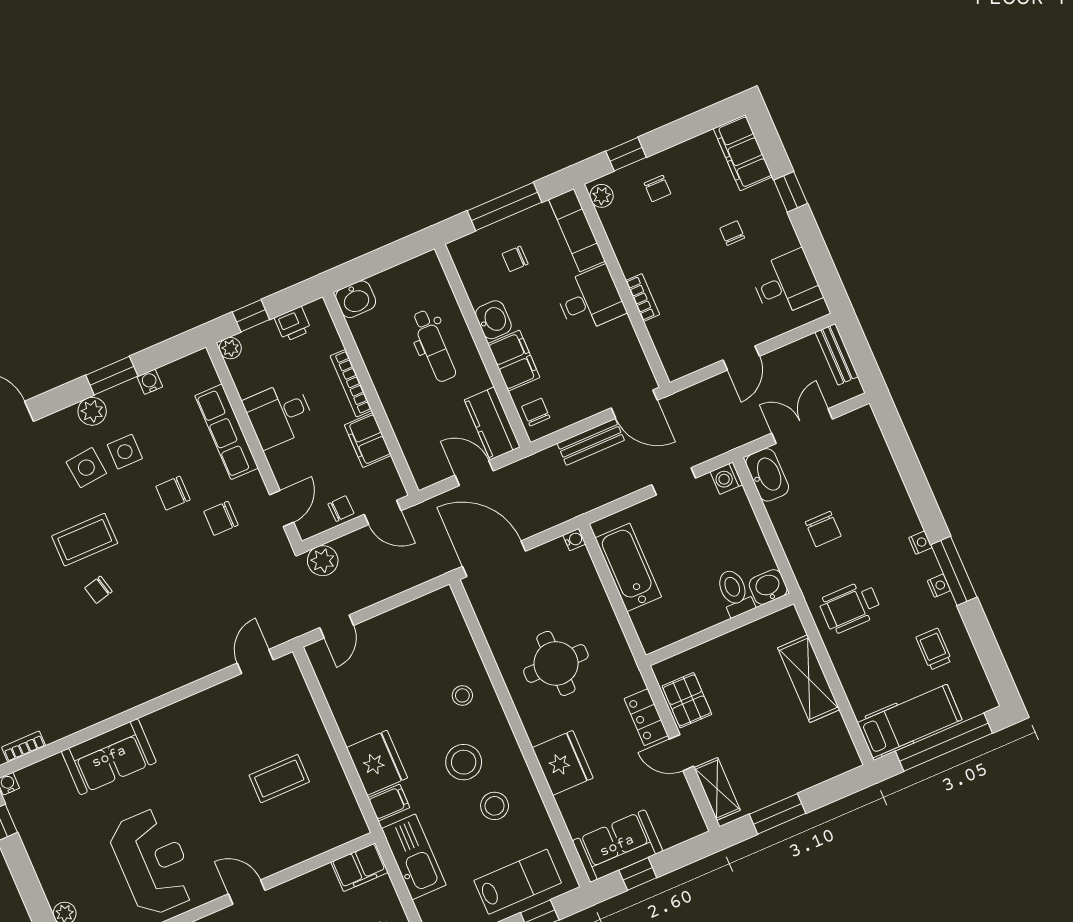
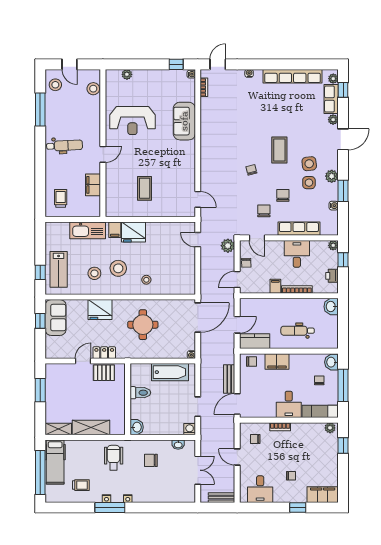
chair: (657, 188) -> (255, 439), moved
washbasin: (493, 320) -> (331, 362), moved, turned 90
filing cabinet: (368, 440) -> (275, 286), width x0.50
washbasin: (767, 475) -> (178, 445), width x0.52, depth x0.69
chair: (98, 590) -> (251, 170), moved
toilet: (735, 593) -> (140, 393), moved
shelving: (717, 789) -> (58, 429), moved
filing cabinet: (359, 867) -> (93, 185), moved

